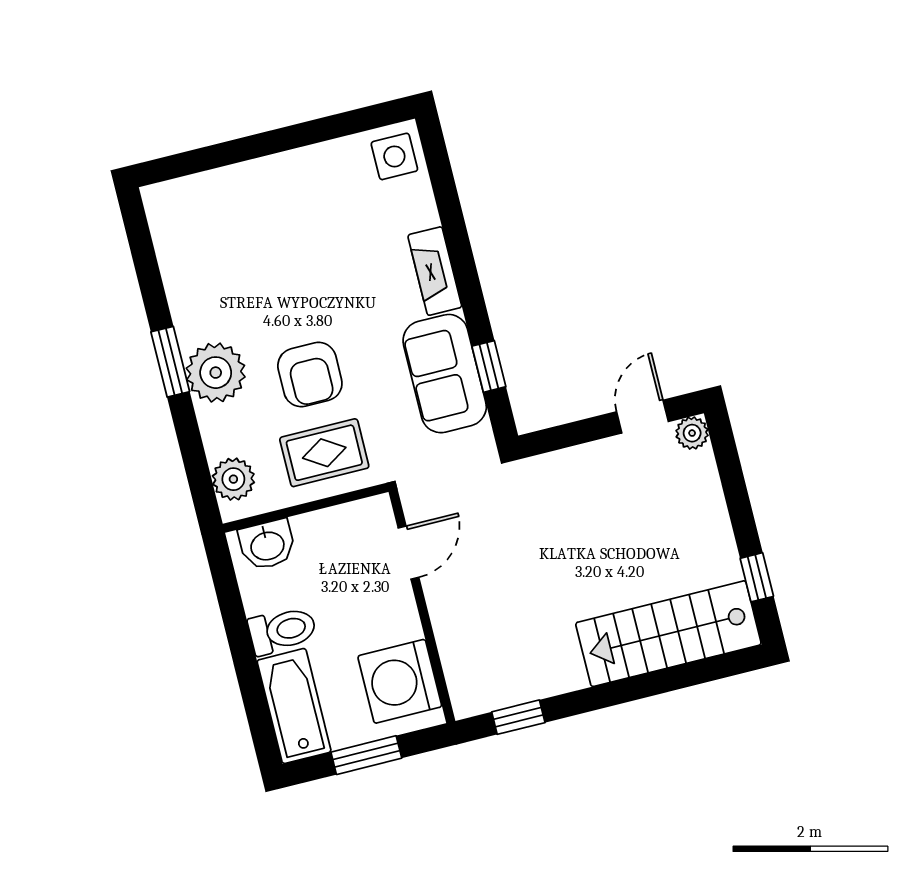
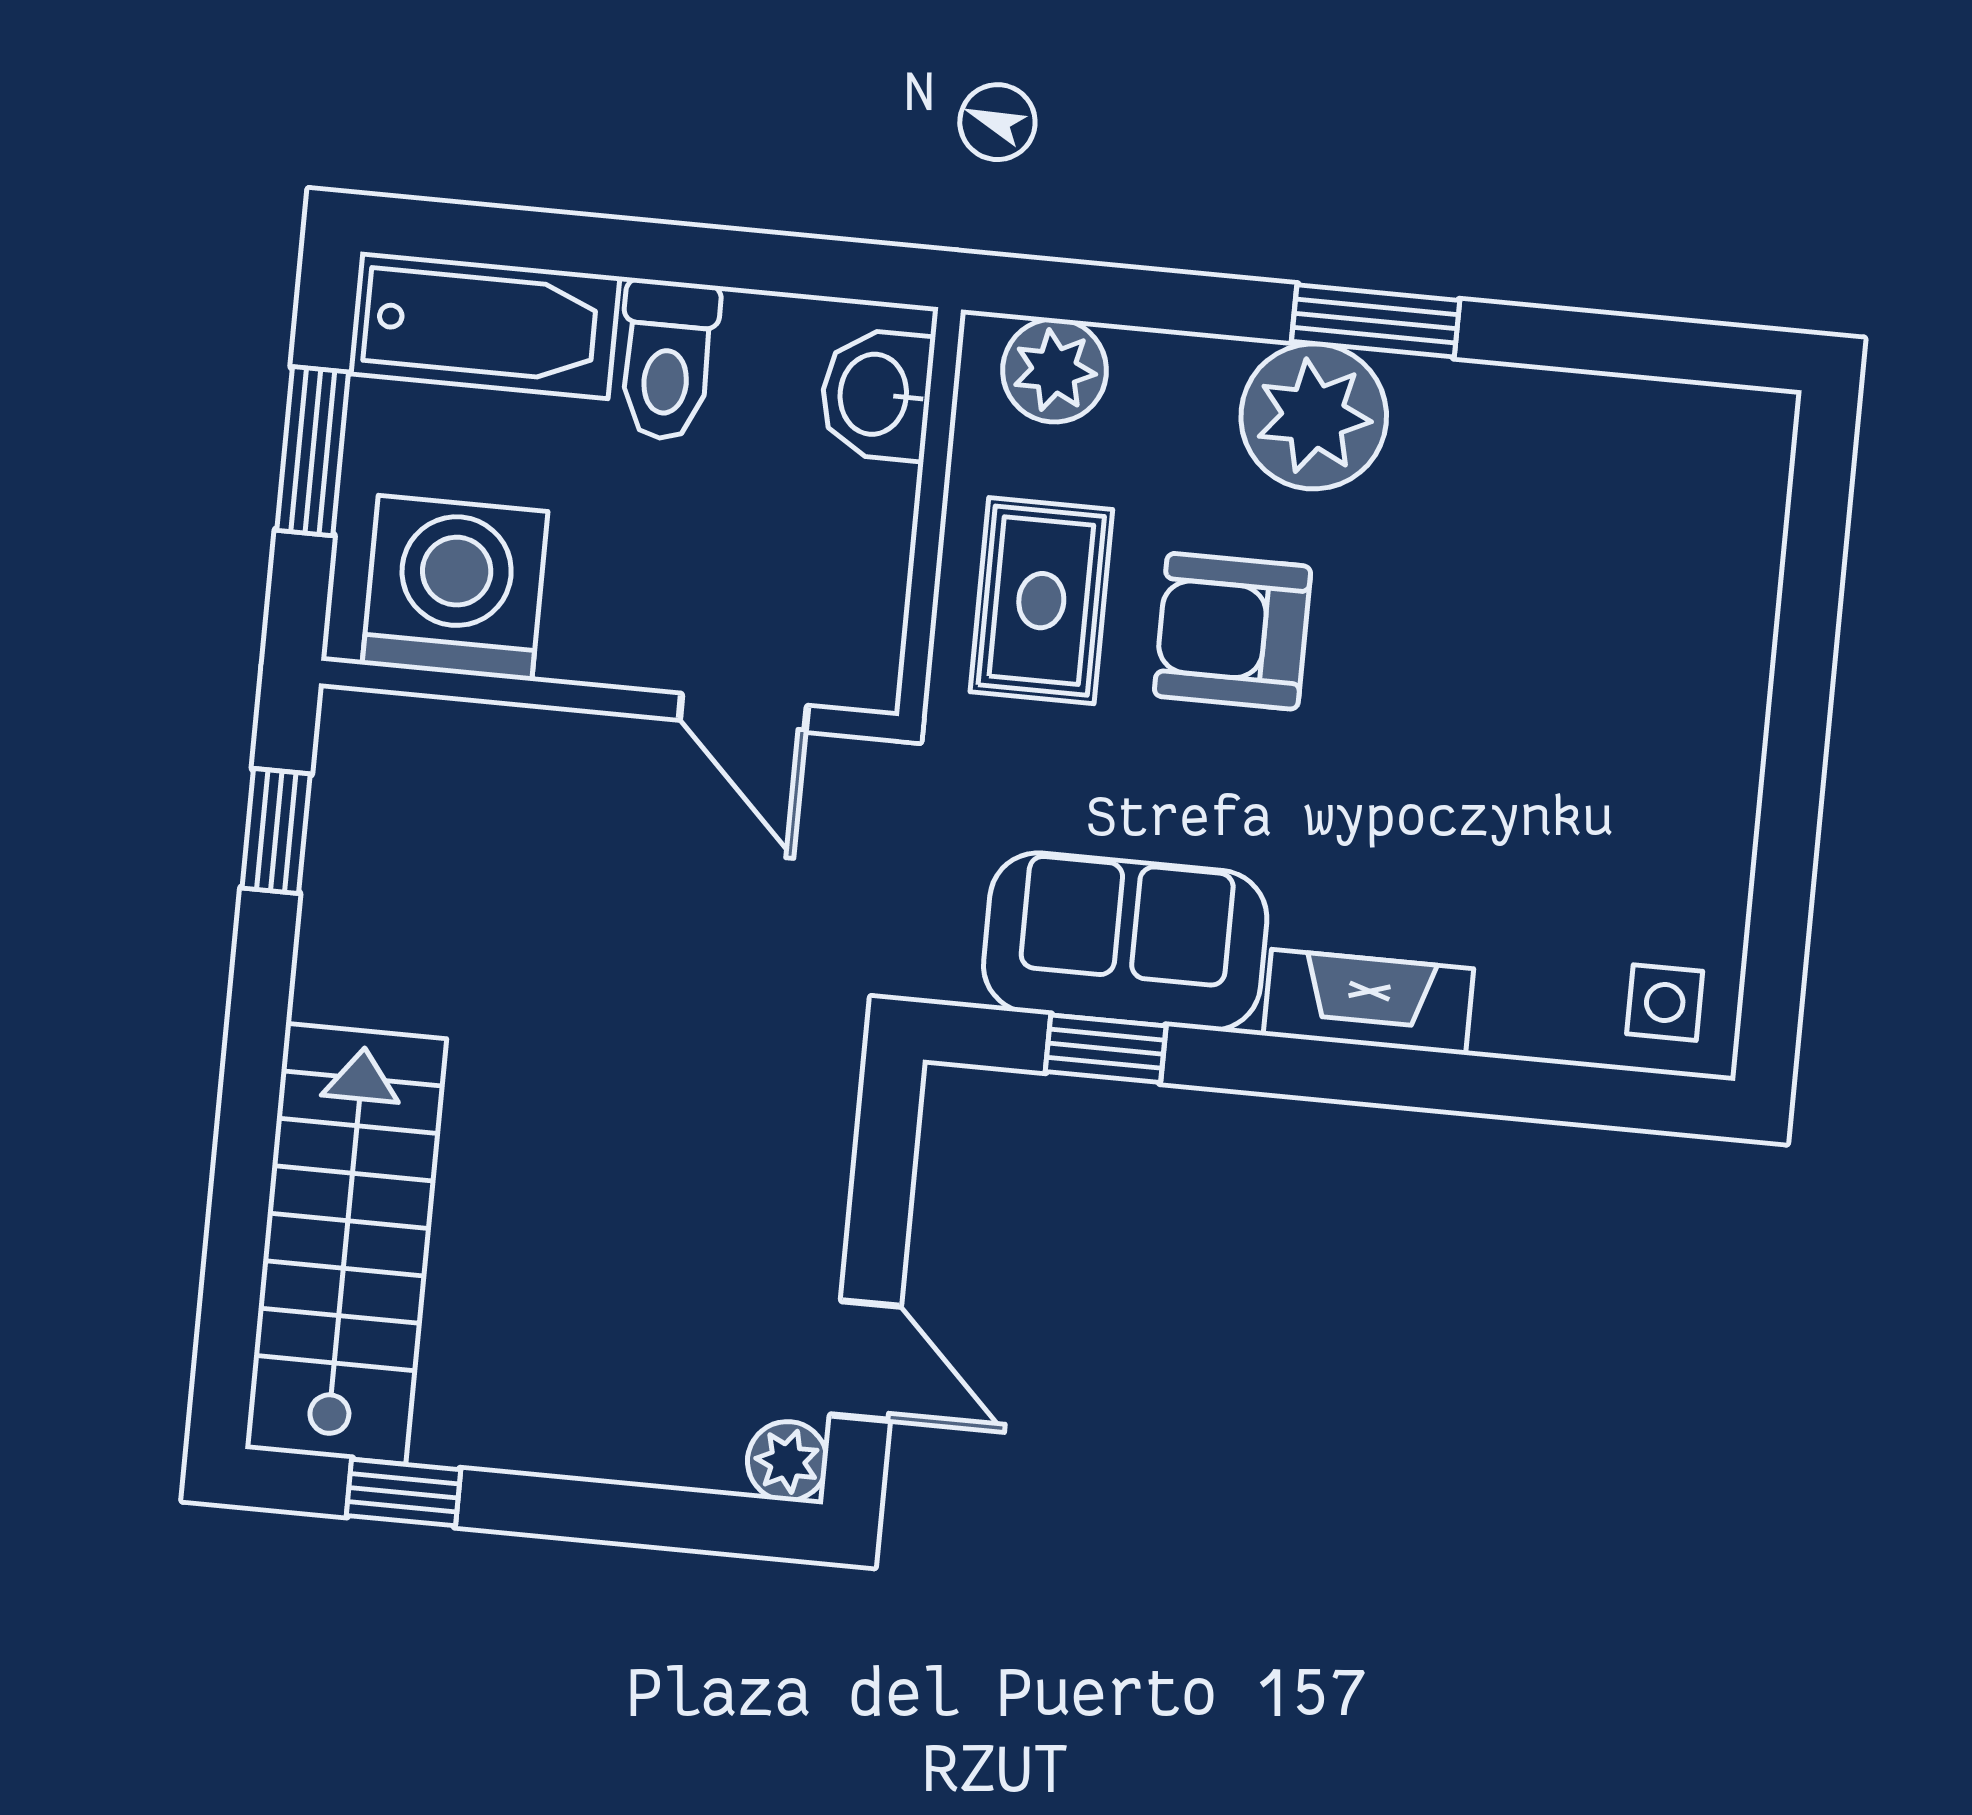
side table: (394, 156) -> (1665, 1003), width x0.73, depth x0.73

